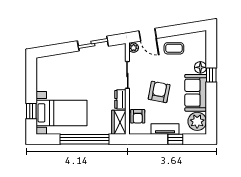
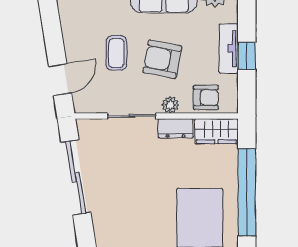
sliding door: (93, 44) -> (76, 177), width x1.37
plant: (134, 48) -> (170, 105), moved
coffee table: (174, 48) -> (116, 53), moved
window: (175, 139) -> (247, 56), moved

